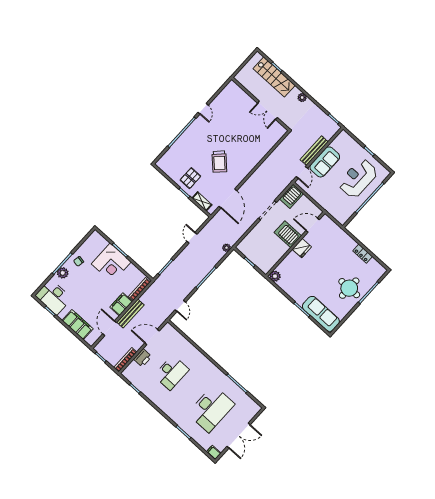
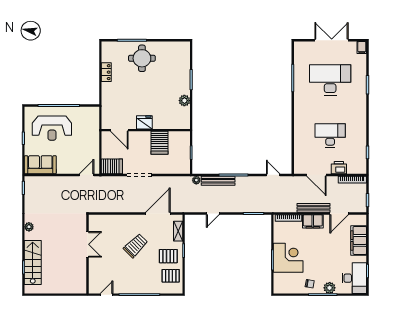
wall: (261, 104) -> (87, 254), moved
double door: (267, 110) -> (87, 244), moved
bench: (314, 151) -> (218, 181), moved
sofa: (325, 162) -> (40, 165), moved
pallet: (175, 167) -> (171, 276), added
server rack: (288, 234) -> (159, 143), moved
plant: (275, 276) -> (184, 101), moved
door: (180, 306) -> (273, 175), hinge flipped
sofa: (321, 314) -> (181, 62), removed

